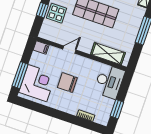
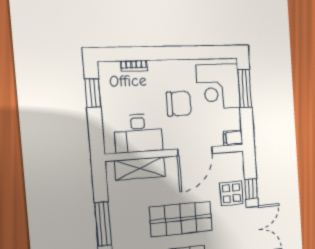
door: (69, 50) -> (195, 151), width x1.87
desk: (109, 81) -> (138, 133), moved, turned -90

